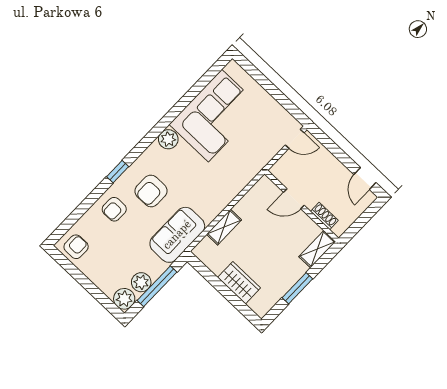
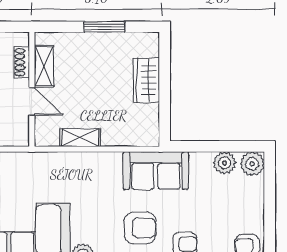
shelving: (224, 227) -> (80, 138), moved
shelving: (317, 249) -> (44, 66), moved, turned 90
window: (157, 286) -> (215, 146), removed

